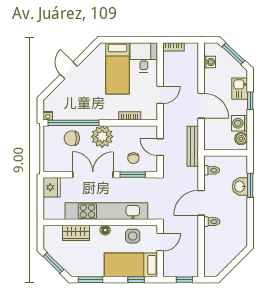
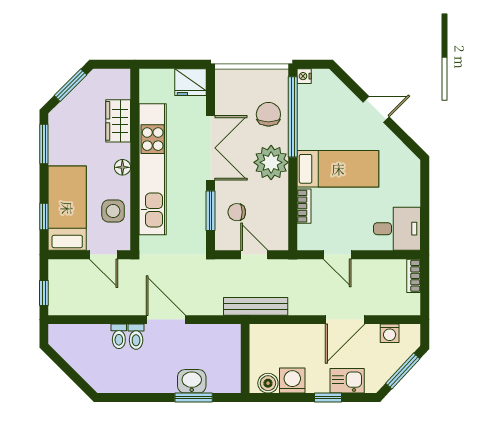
bed: (118, 68) -> (338, 169), moved, turned 180
door: (201, 106) -> (345, 320), moved
door: (160, 147) -> (254, 255), hinge flipped
toilet: (212, 170) -> (119, 336), moved

